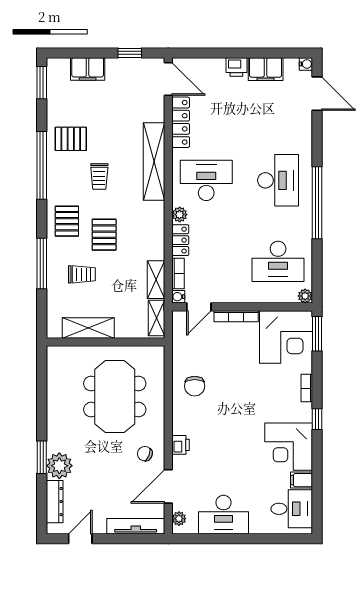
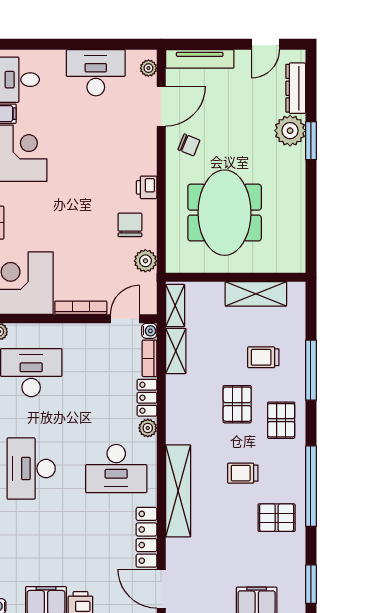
trolley: (99, 176) -> (243, 473), turned -90
plant: (181, 356) -> (145, 261), added
printer: (181, 445) -> (147, 187), moved

